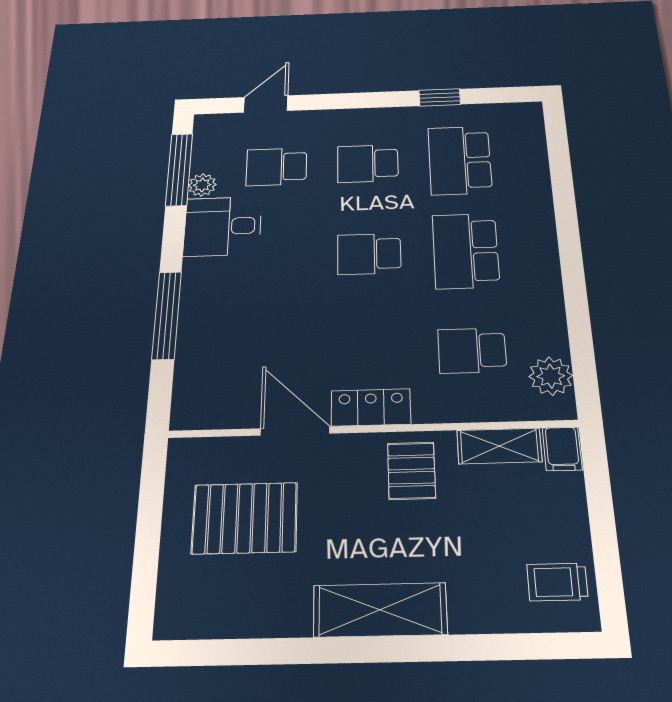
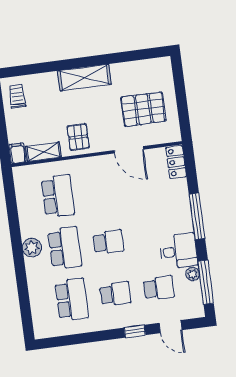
window: (440, 97) -> (135, 331), moved
door: (266, 104) -> (170, 327), hinge flipped
window: (167, 315) -> (197, 216), moved
school desk: (472, 350) -> (58, 196), width x1.85
plant: (551, 376) -> (32, 248), moved
locker: (371, 407) -> (176, 162), moved, turned 90
trolley: (557, 582) -> (17, 96), turned -90

